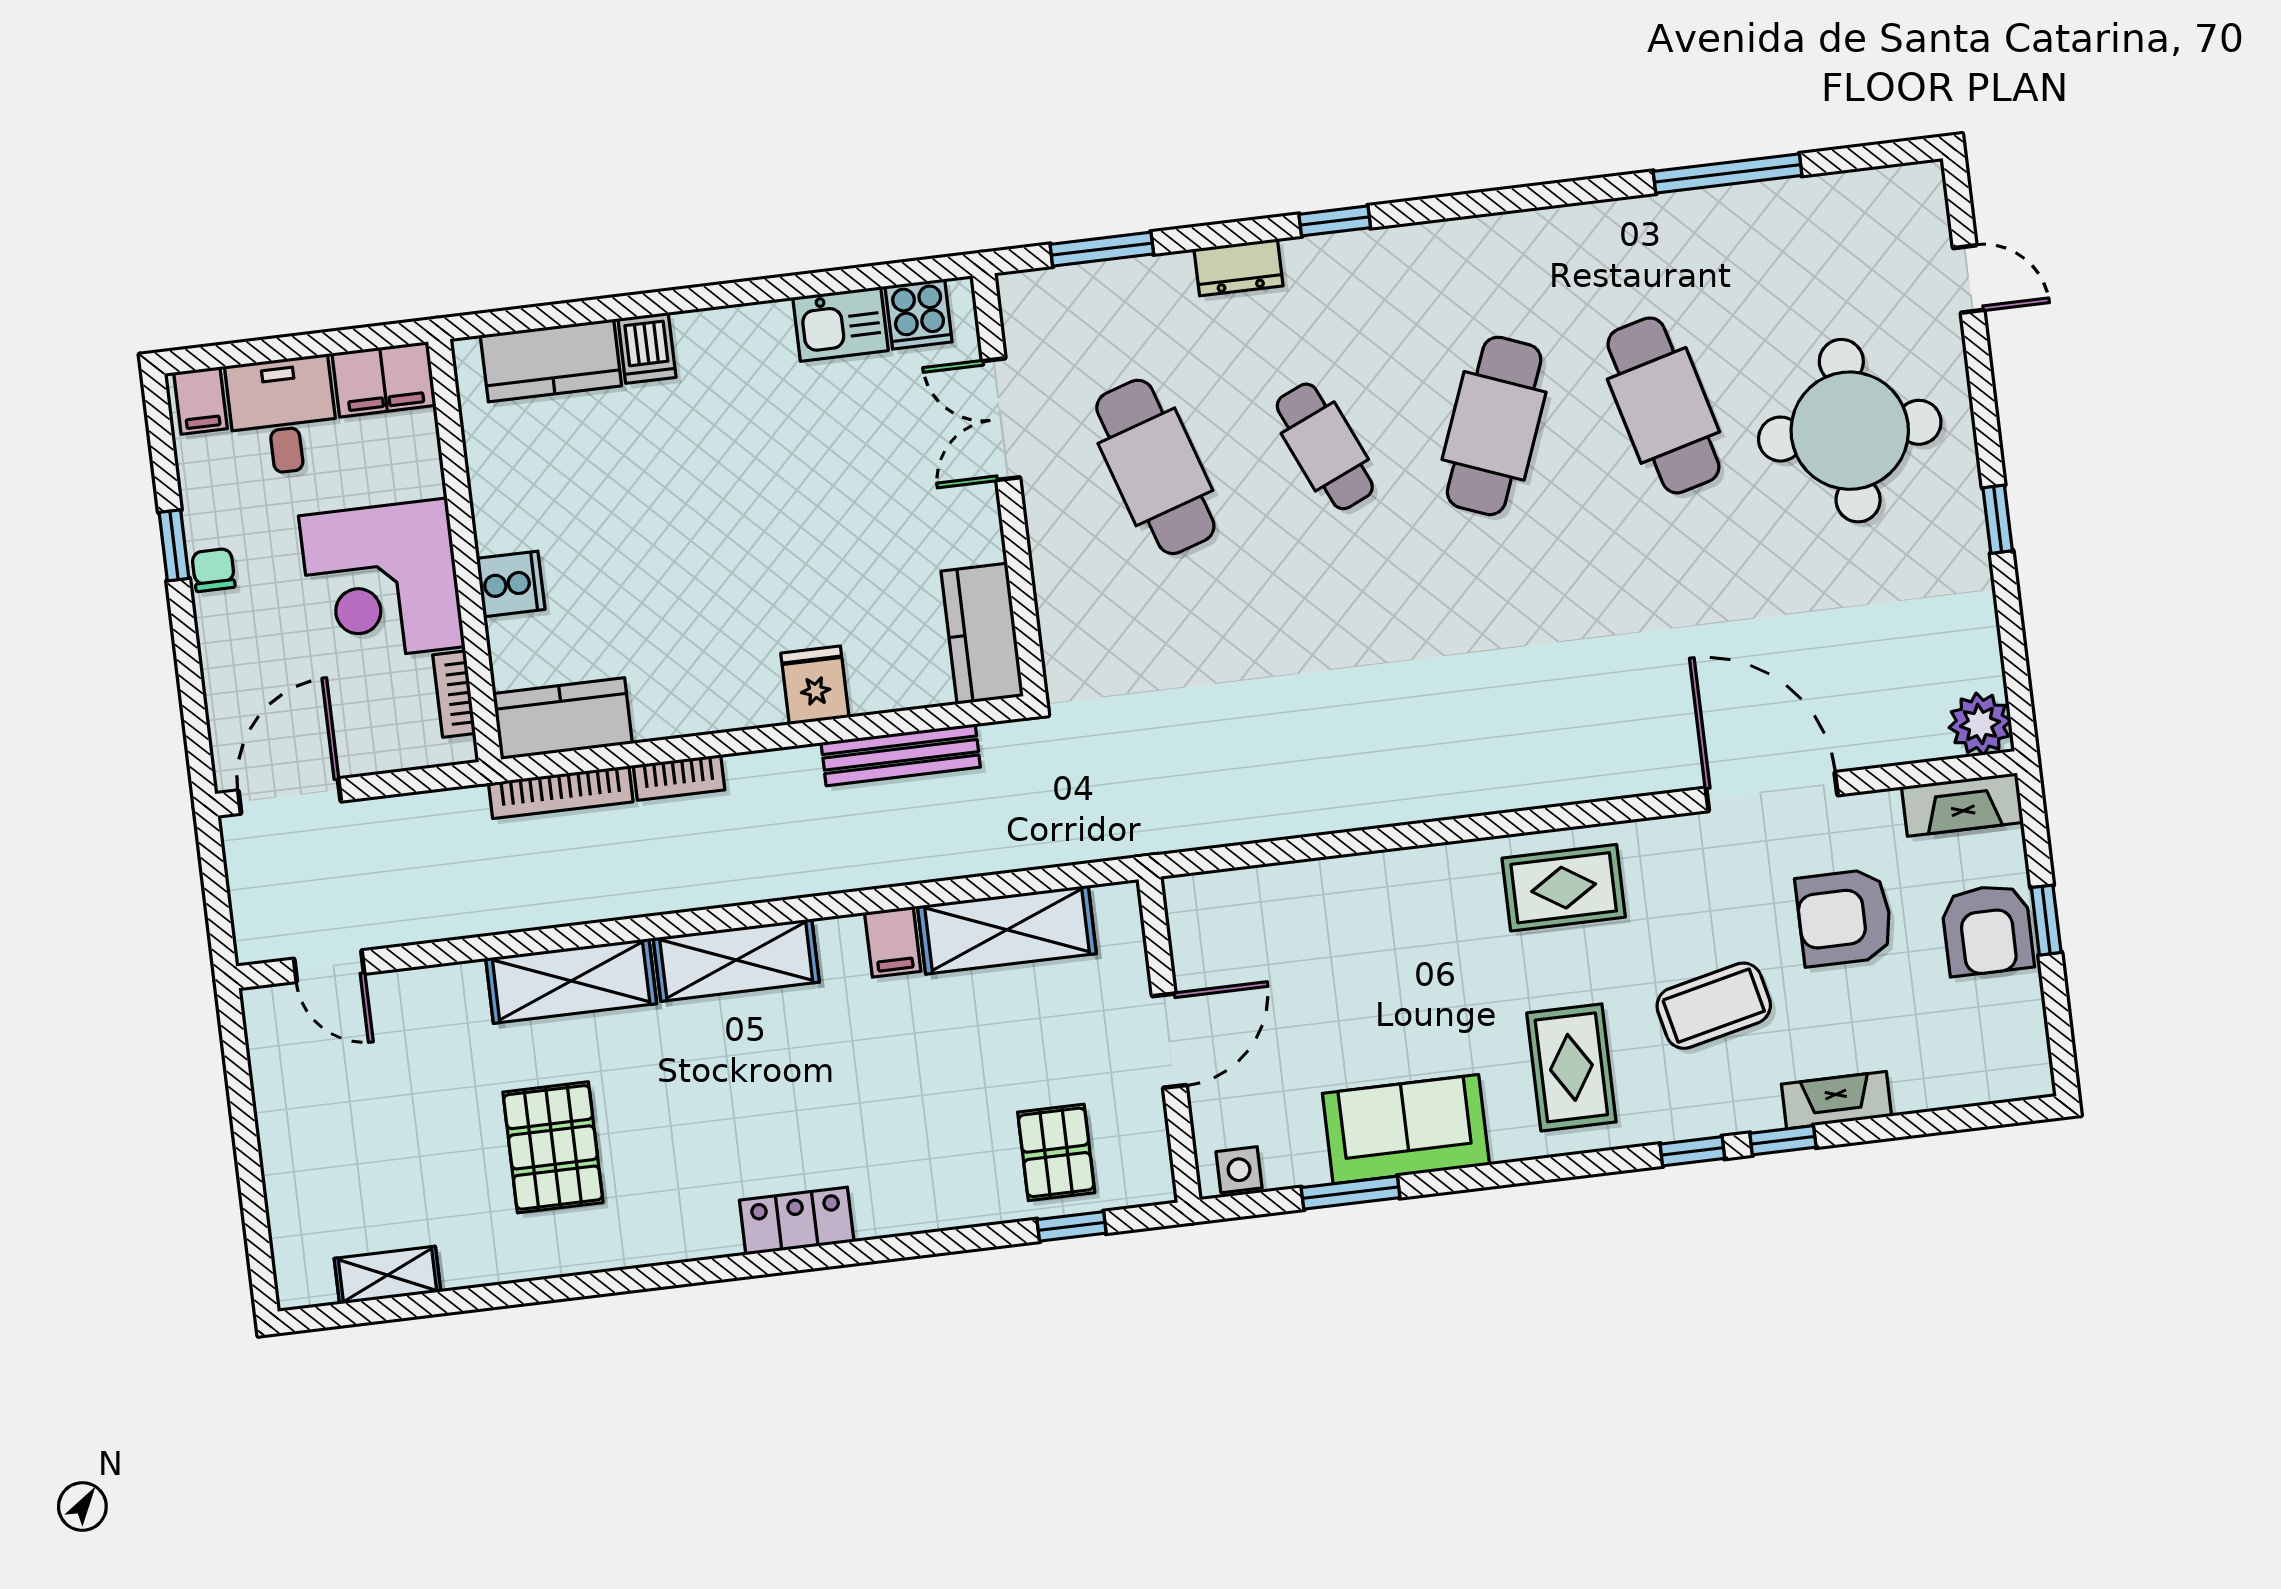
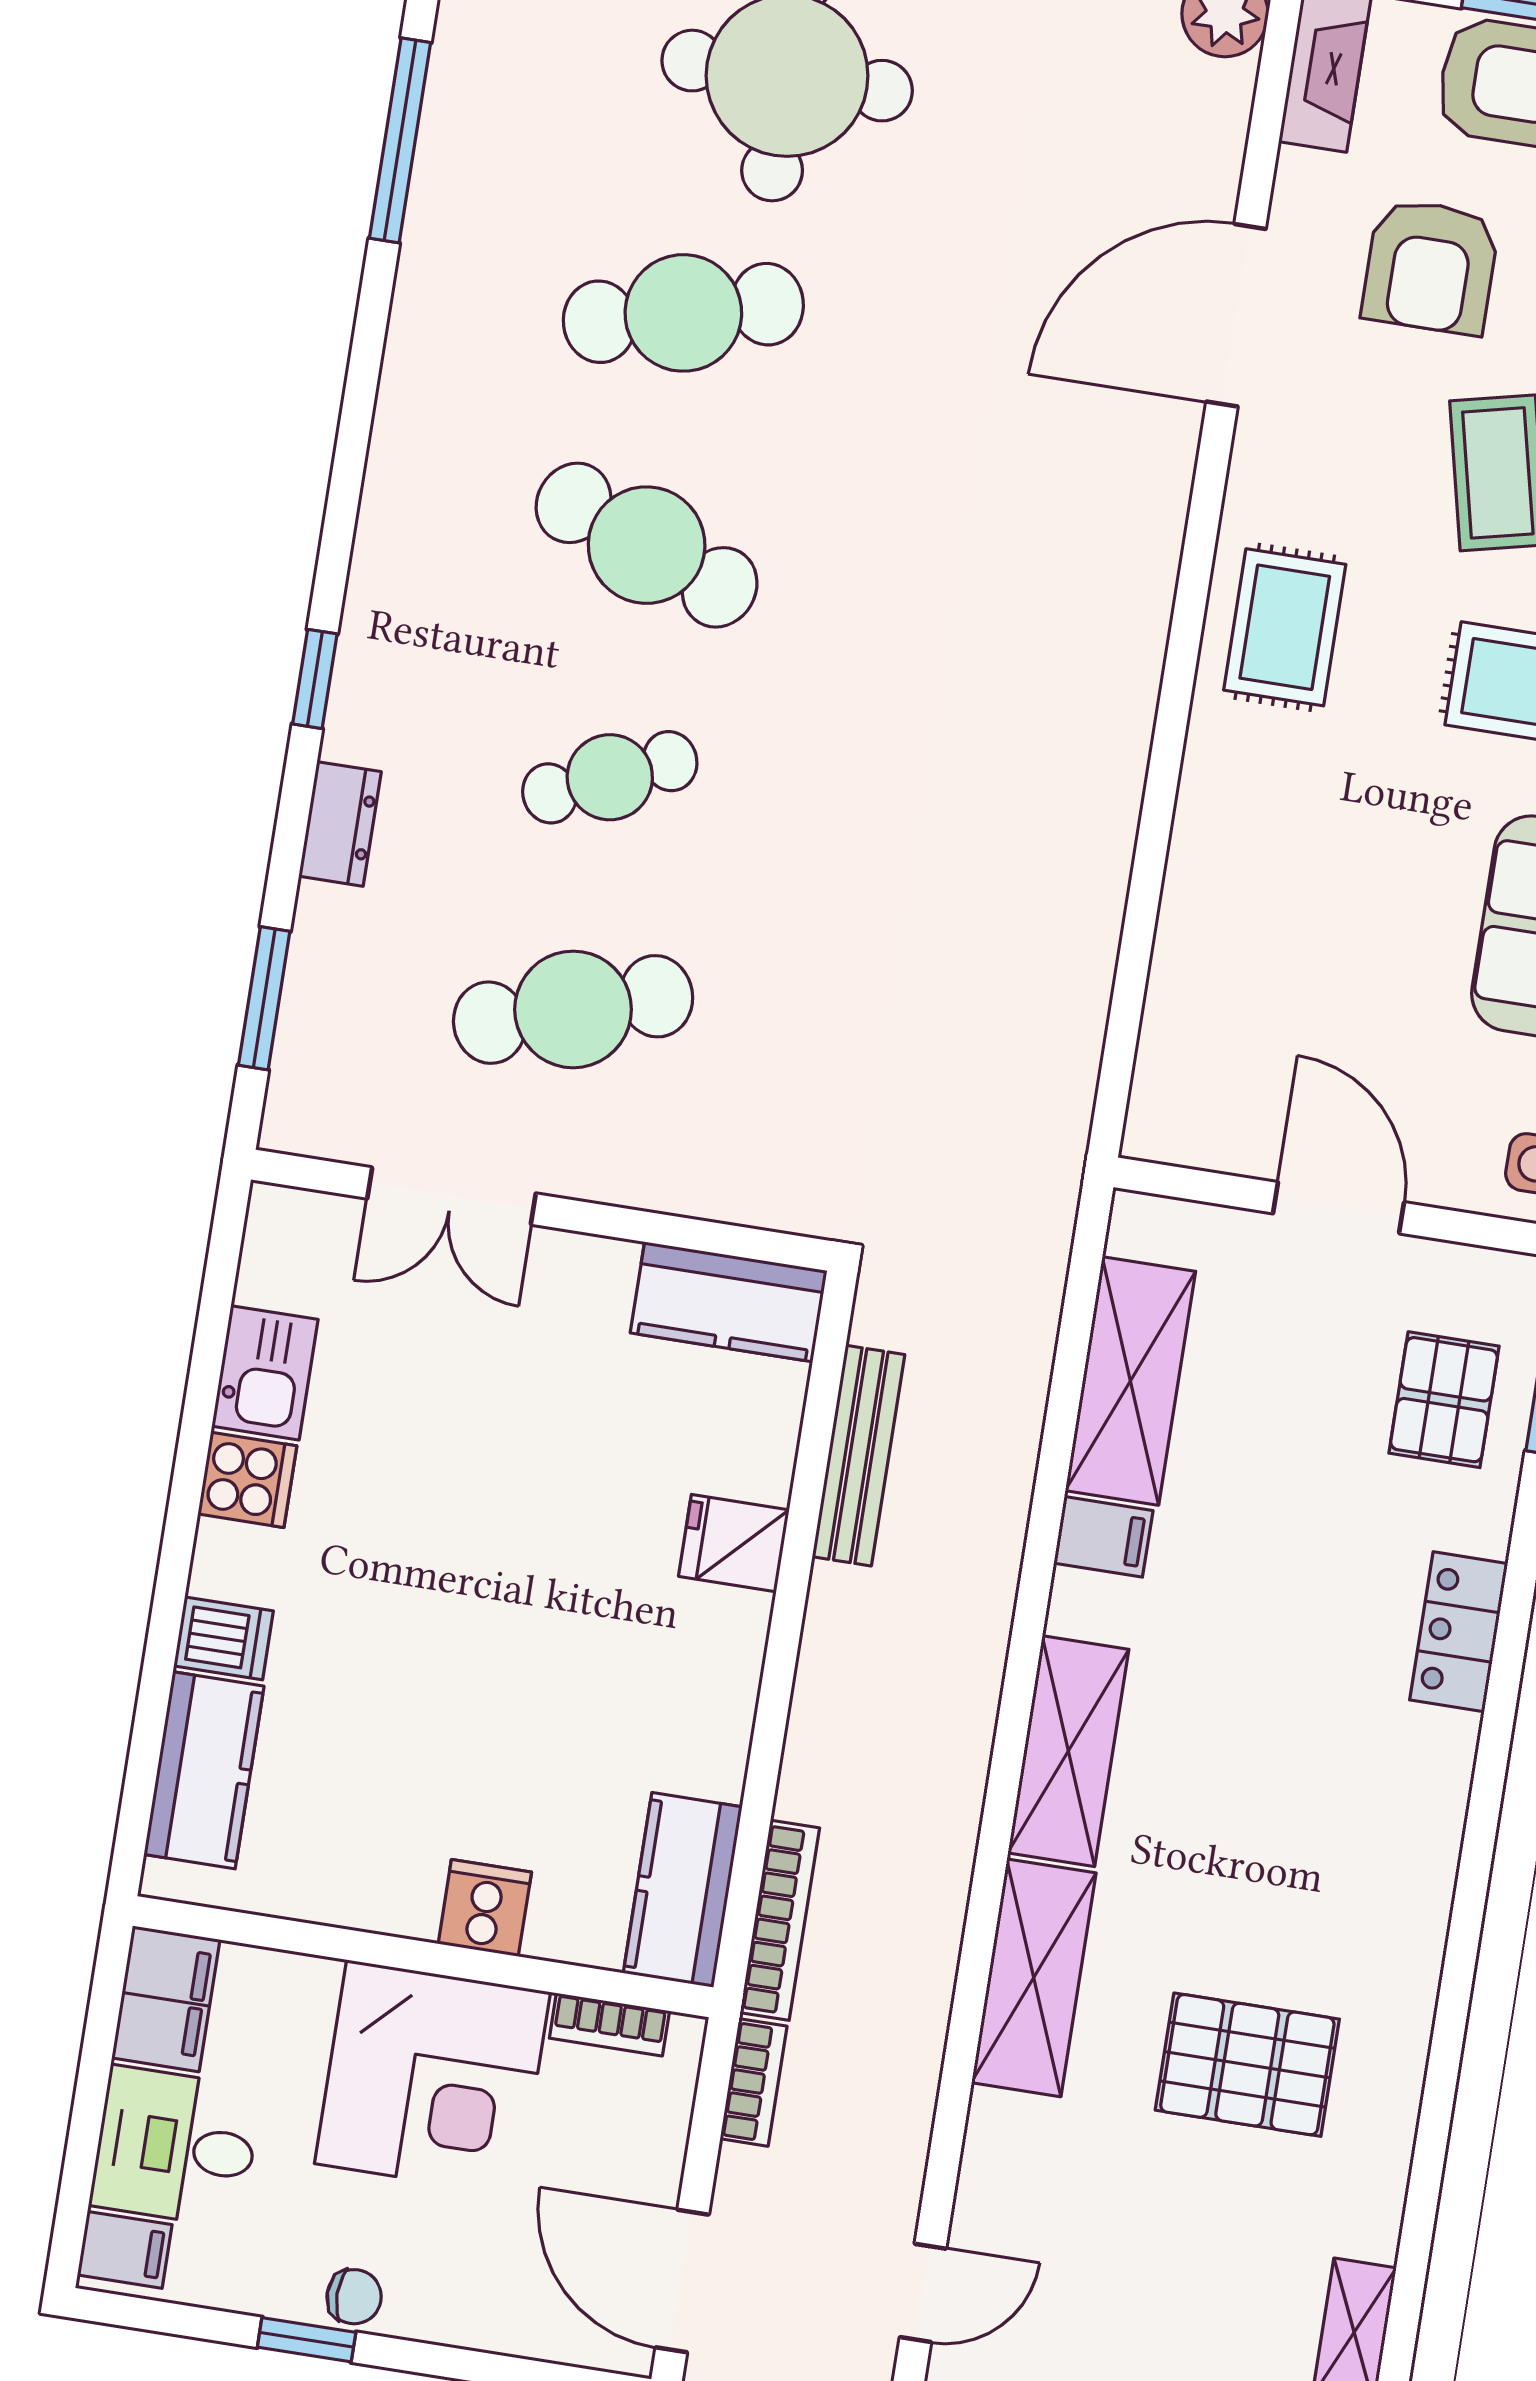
cooker: (919, 314) -> (247, 1480), moved
chair: (213, 570) -> (354, 2297), turned 180
bookcase: (679, 778) -> (753, 2082), moved
pallet: (1056, 1152) -> (1444, 1400), turned 90
locker: (797, 1221) -> (1459, 1632), moved

